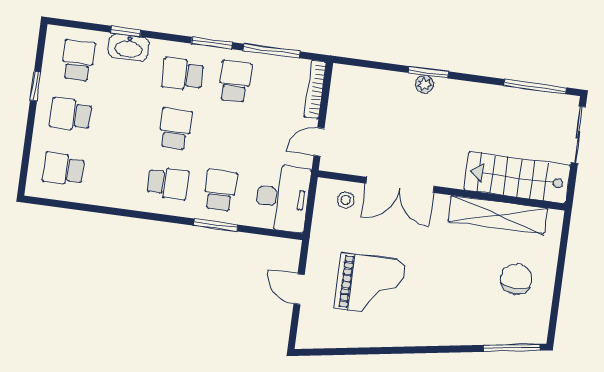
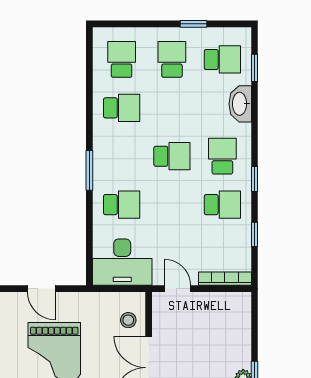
window: (126, 31) -> (255, 68), moved
window: (212, 43) -> (255, 179), width x0.67
window: (272, 51) -> (255, 234), width x0.46
school desk: (168, 183) -> (122, 108), moved, turned -90
window: (216, 225) -> (89, 170), moved
door: (299, 289) -> (41, 289), swing flipped

